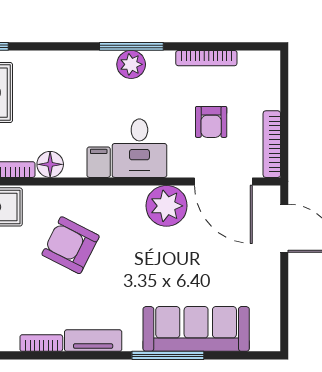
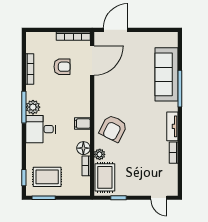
desk: (139, 148) -> (41, 129), moved, turned 180
plant: (166, 206) -> (100, 154), moved, width x0.53, depth x0.53
armchair: (71, 245) -> (113, 128), moved

